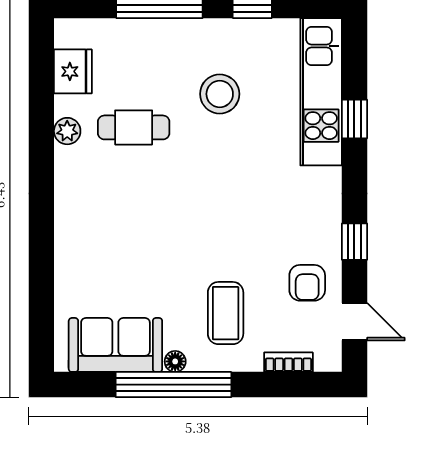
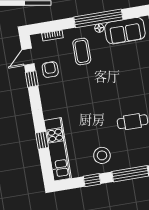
stool: (220, 94) -> (102, 155), moved
window: (354, 242) -> (32, 79), moved
door: (354, 322) -> (28, 57), hinge flipped

